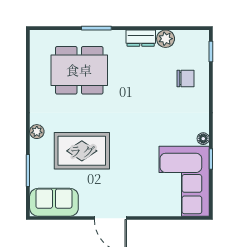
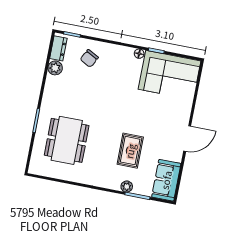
dresser: (141, 38) -> (58, 48), moved
chair: (185, 78) -> (89, 58), turned -152
plant: (37, 132) -> (127, 187), moved
rug: (82, 151) -> (130, 151), width x0.73, depth x0.70

